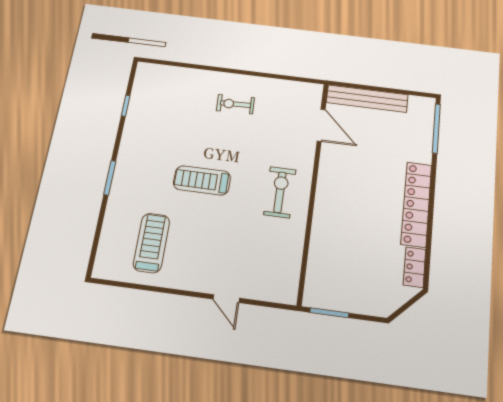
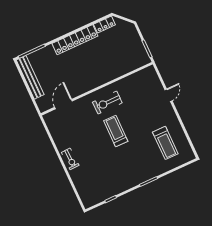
bench: (367, 99) -> (30, 77), moved
exercise bike: (235, 104) -> (70, 159), moved
treadmill: (202, 180) -> (116, 131), moved, turned 180
treadmill: (151, 243) -> (165, 143), turned -90

